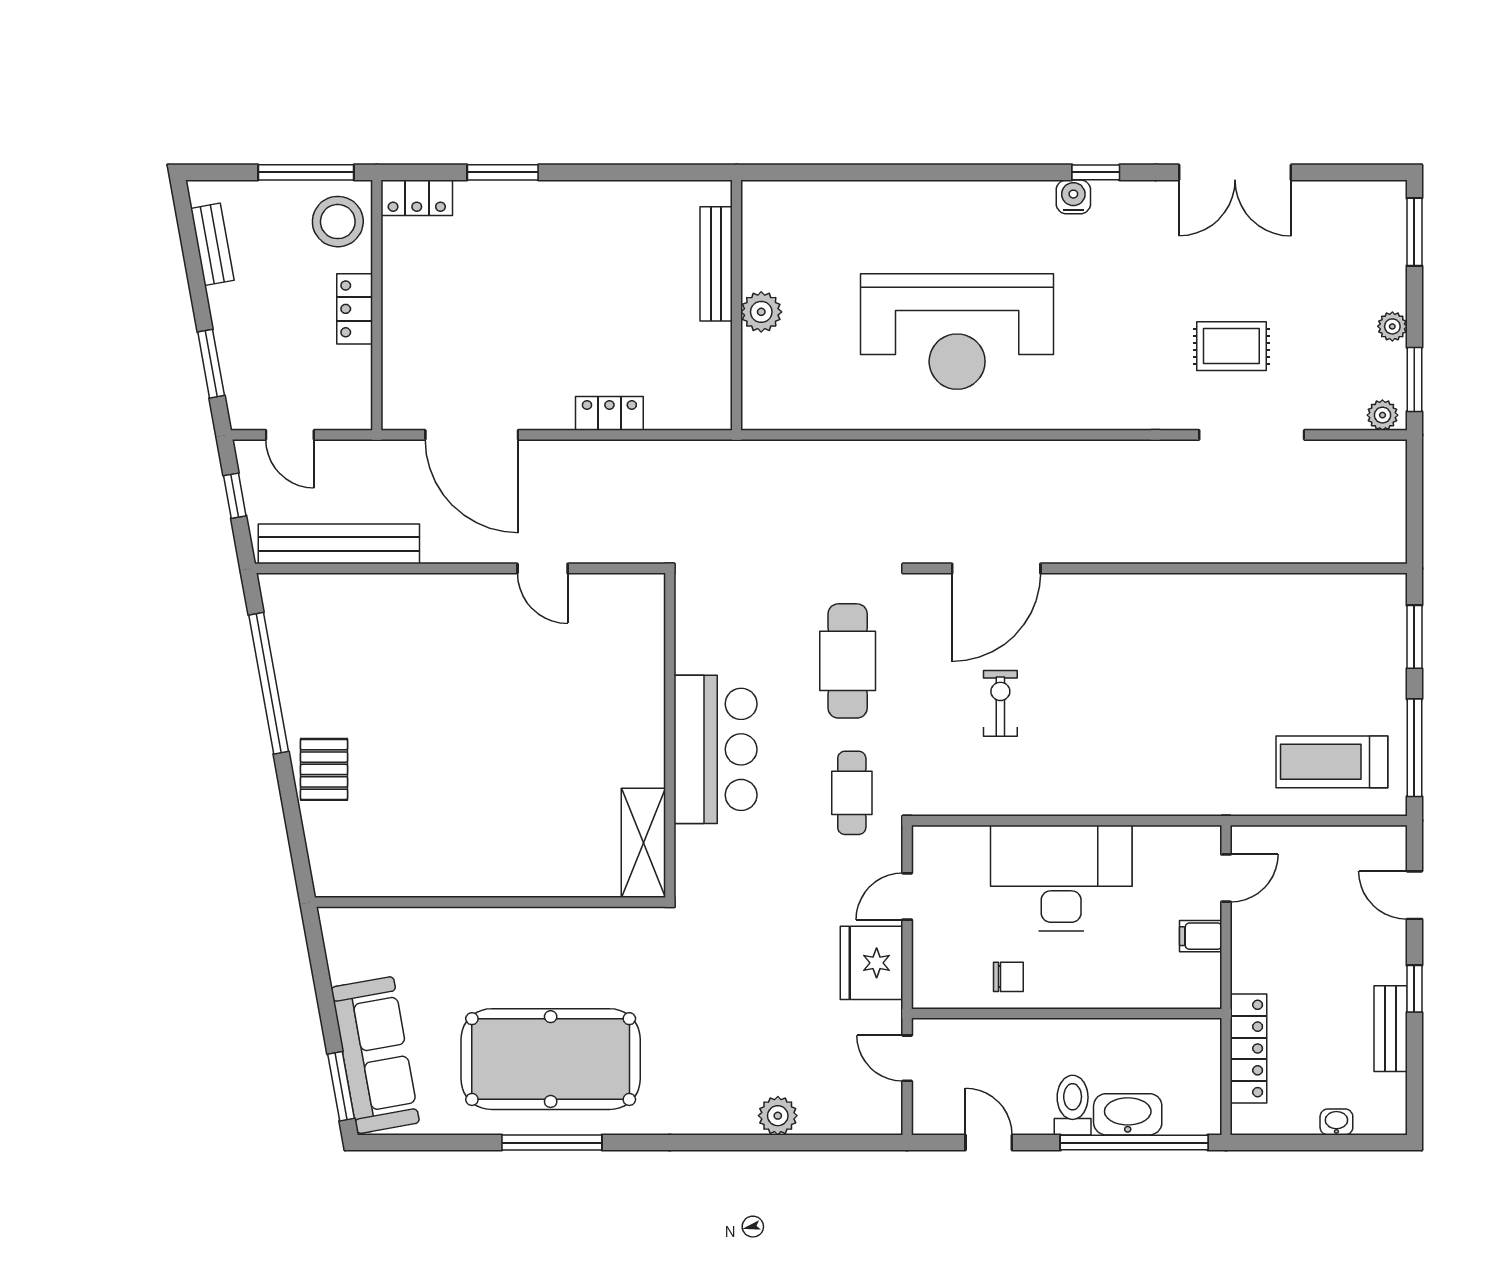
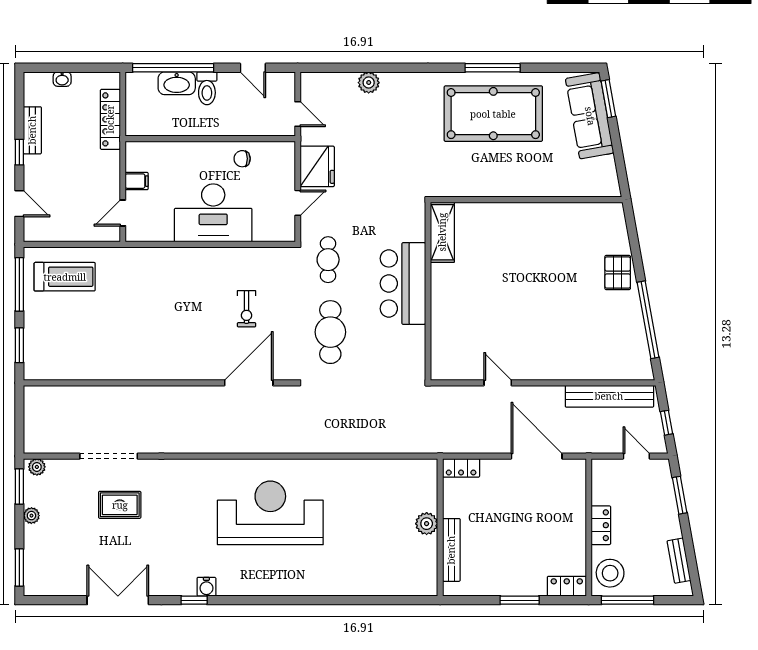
bench: (716, 264) -> (451, 550), moved
wall: (737, 305) -> (440, 527), moved
plant: (761, 312) -> (427, 524), moved

